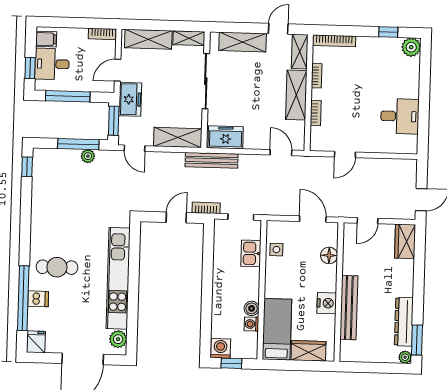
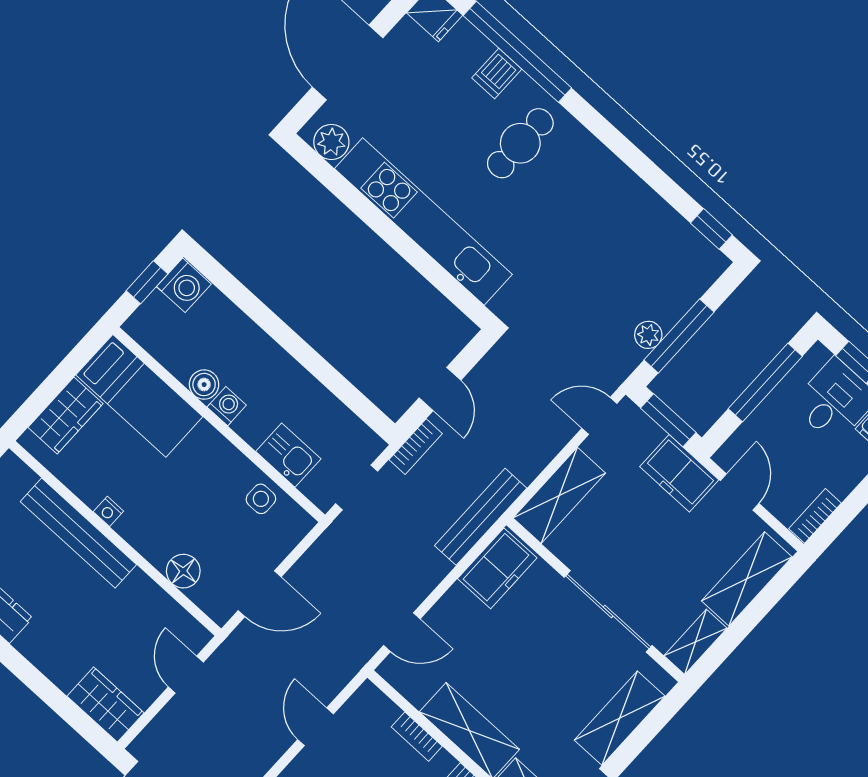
nightstand: (327, 303) -> (108, 511), width x0.53, depth x0.56
washing machine: (251, 324) -> (227, 406), moved

